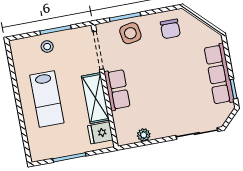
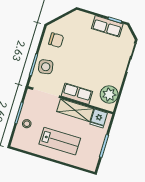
row of seats: (219, 74) -> (107, 26), width x0.68
plant: (144, 135) -> (109, 95), width x1.88, depth x1.88

